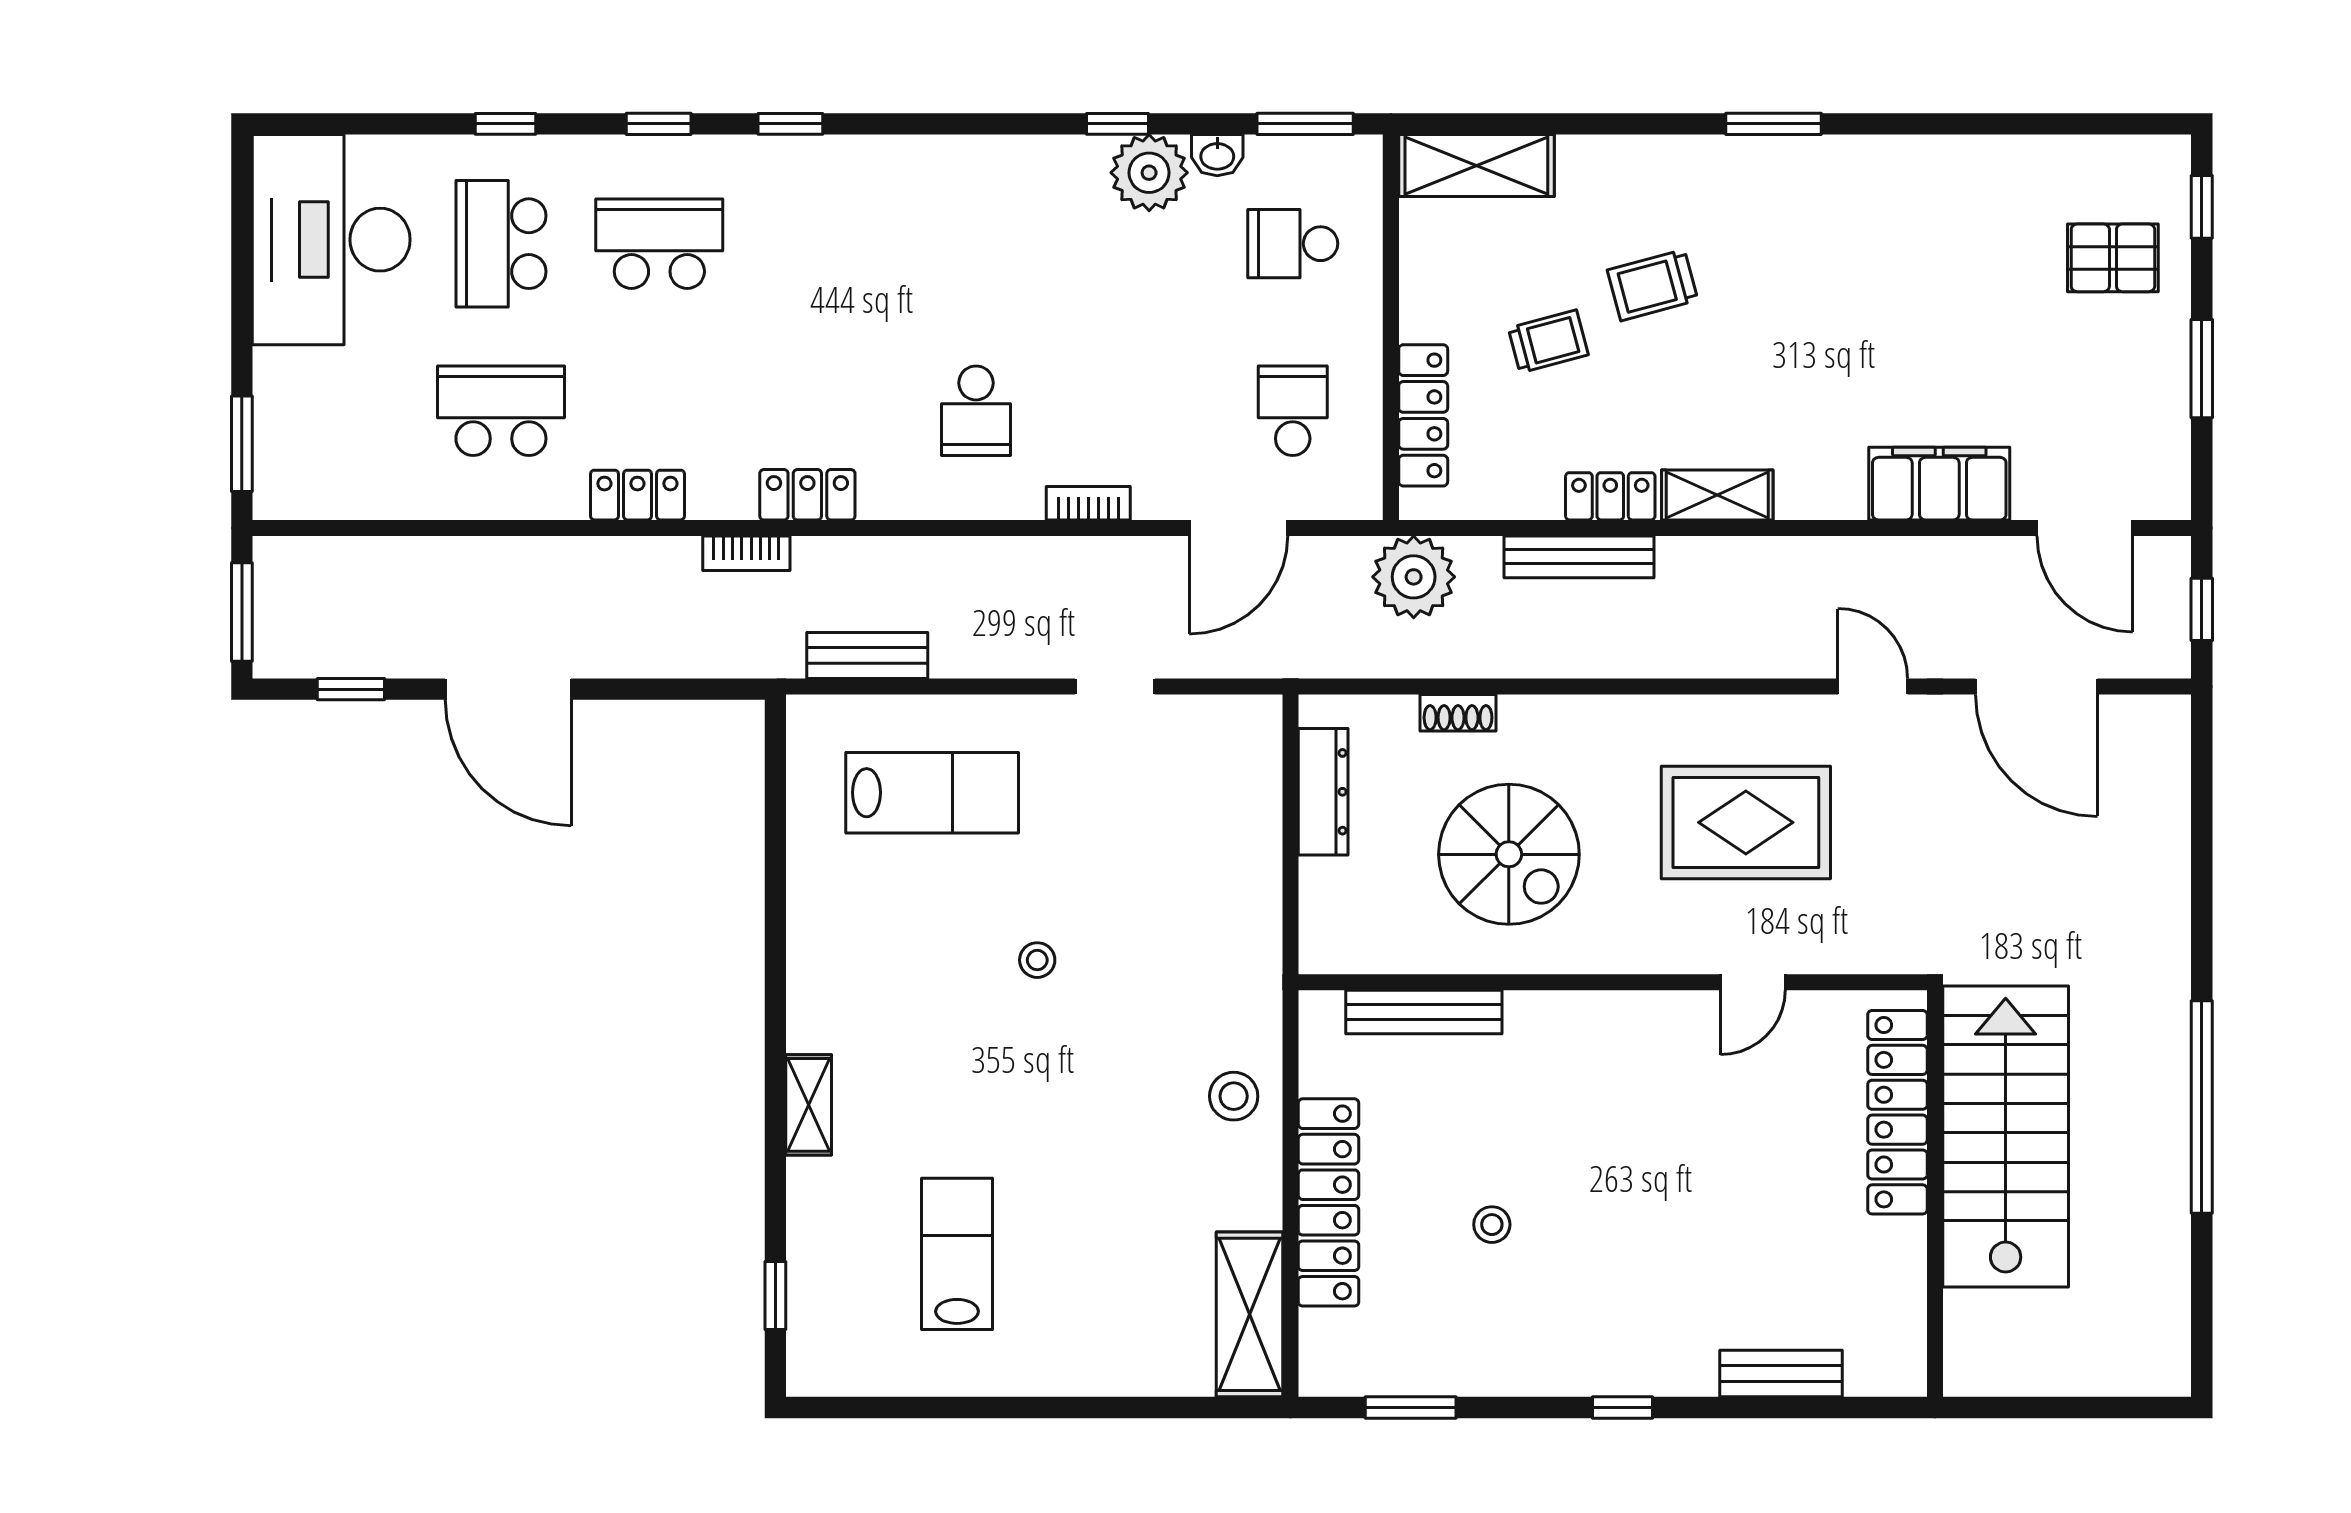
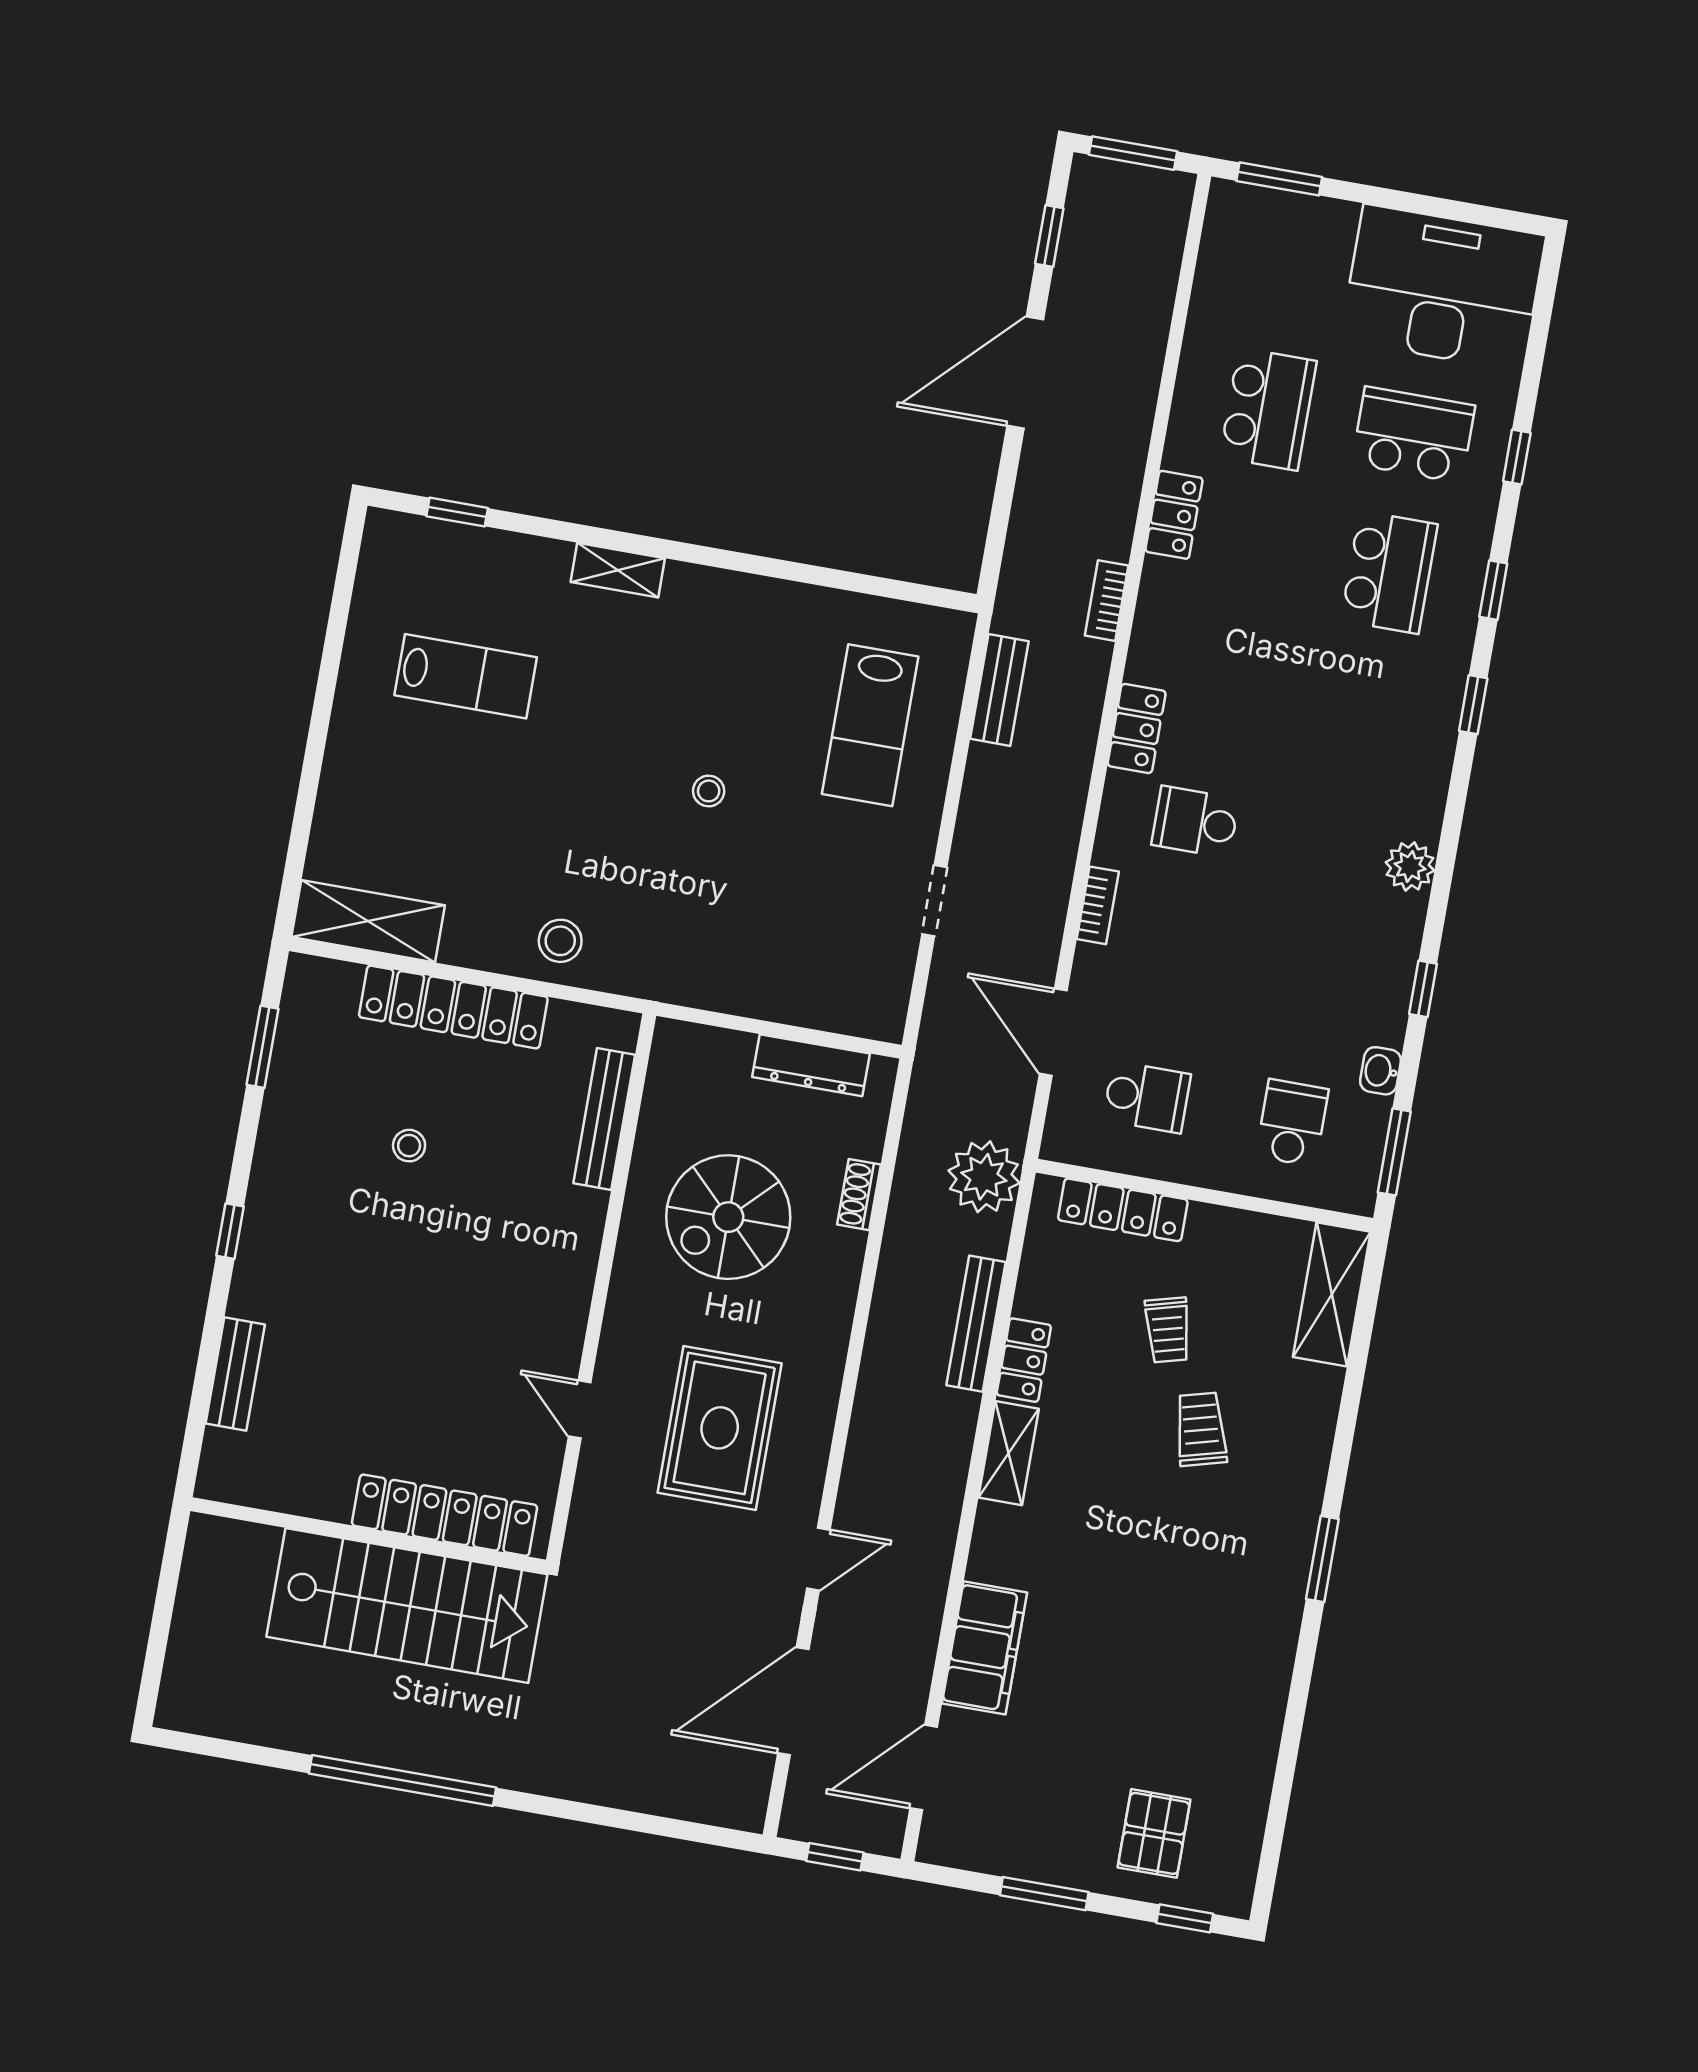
plant: (1149, 173) -> (1410, 866), moved, width x0.73, depth x0.73
locker: (807, 495) -> (1137, 728), moved

